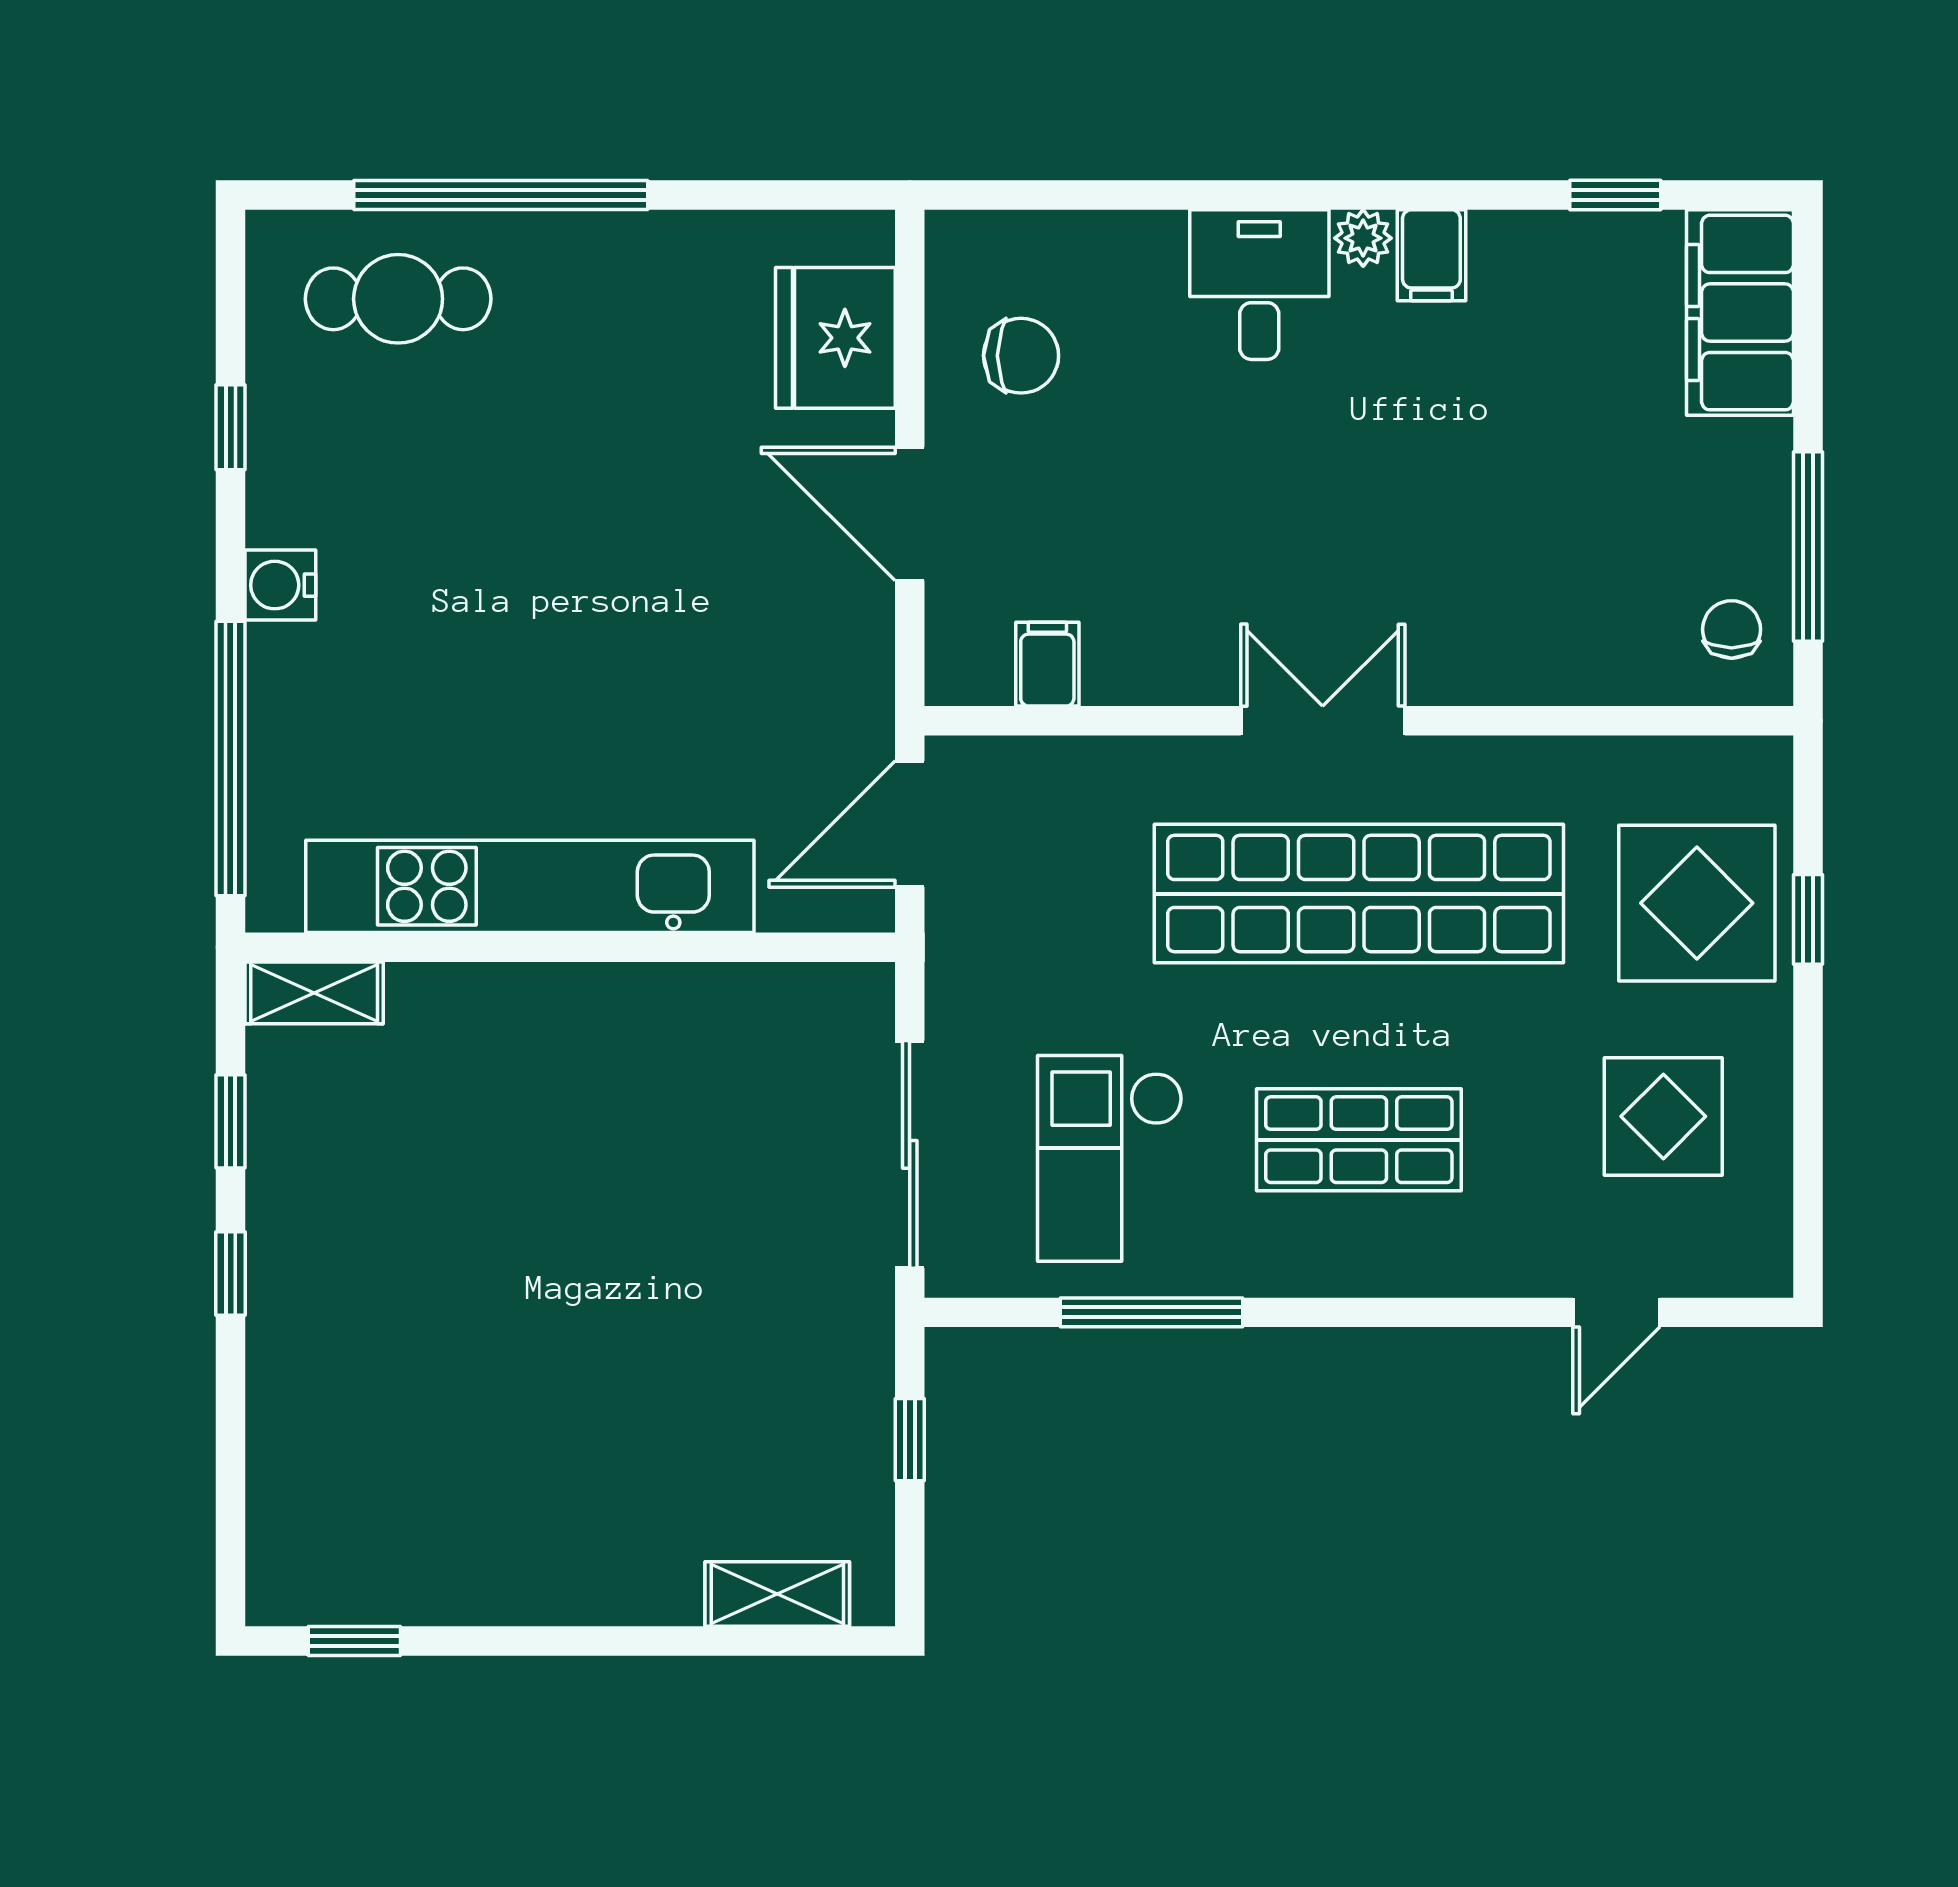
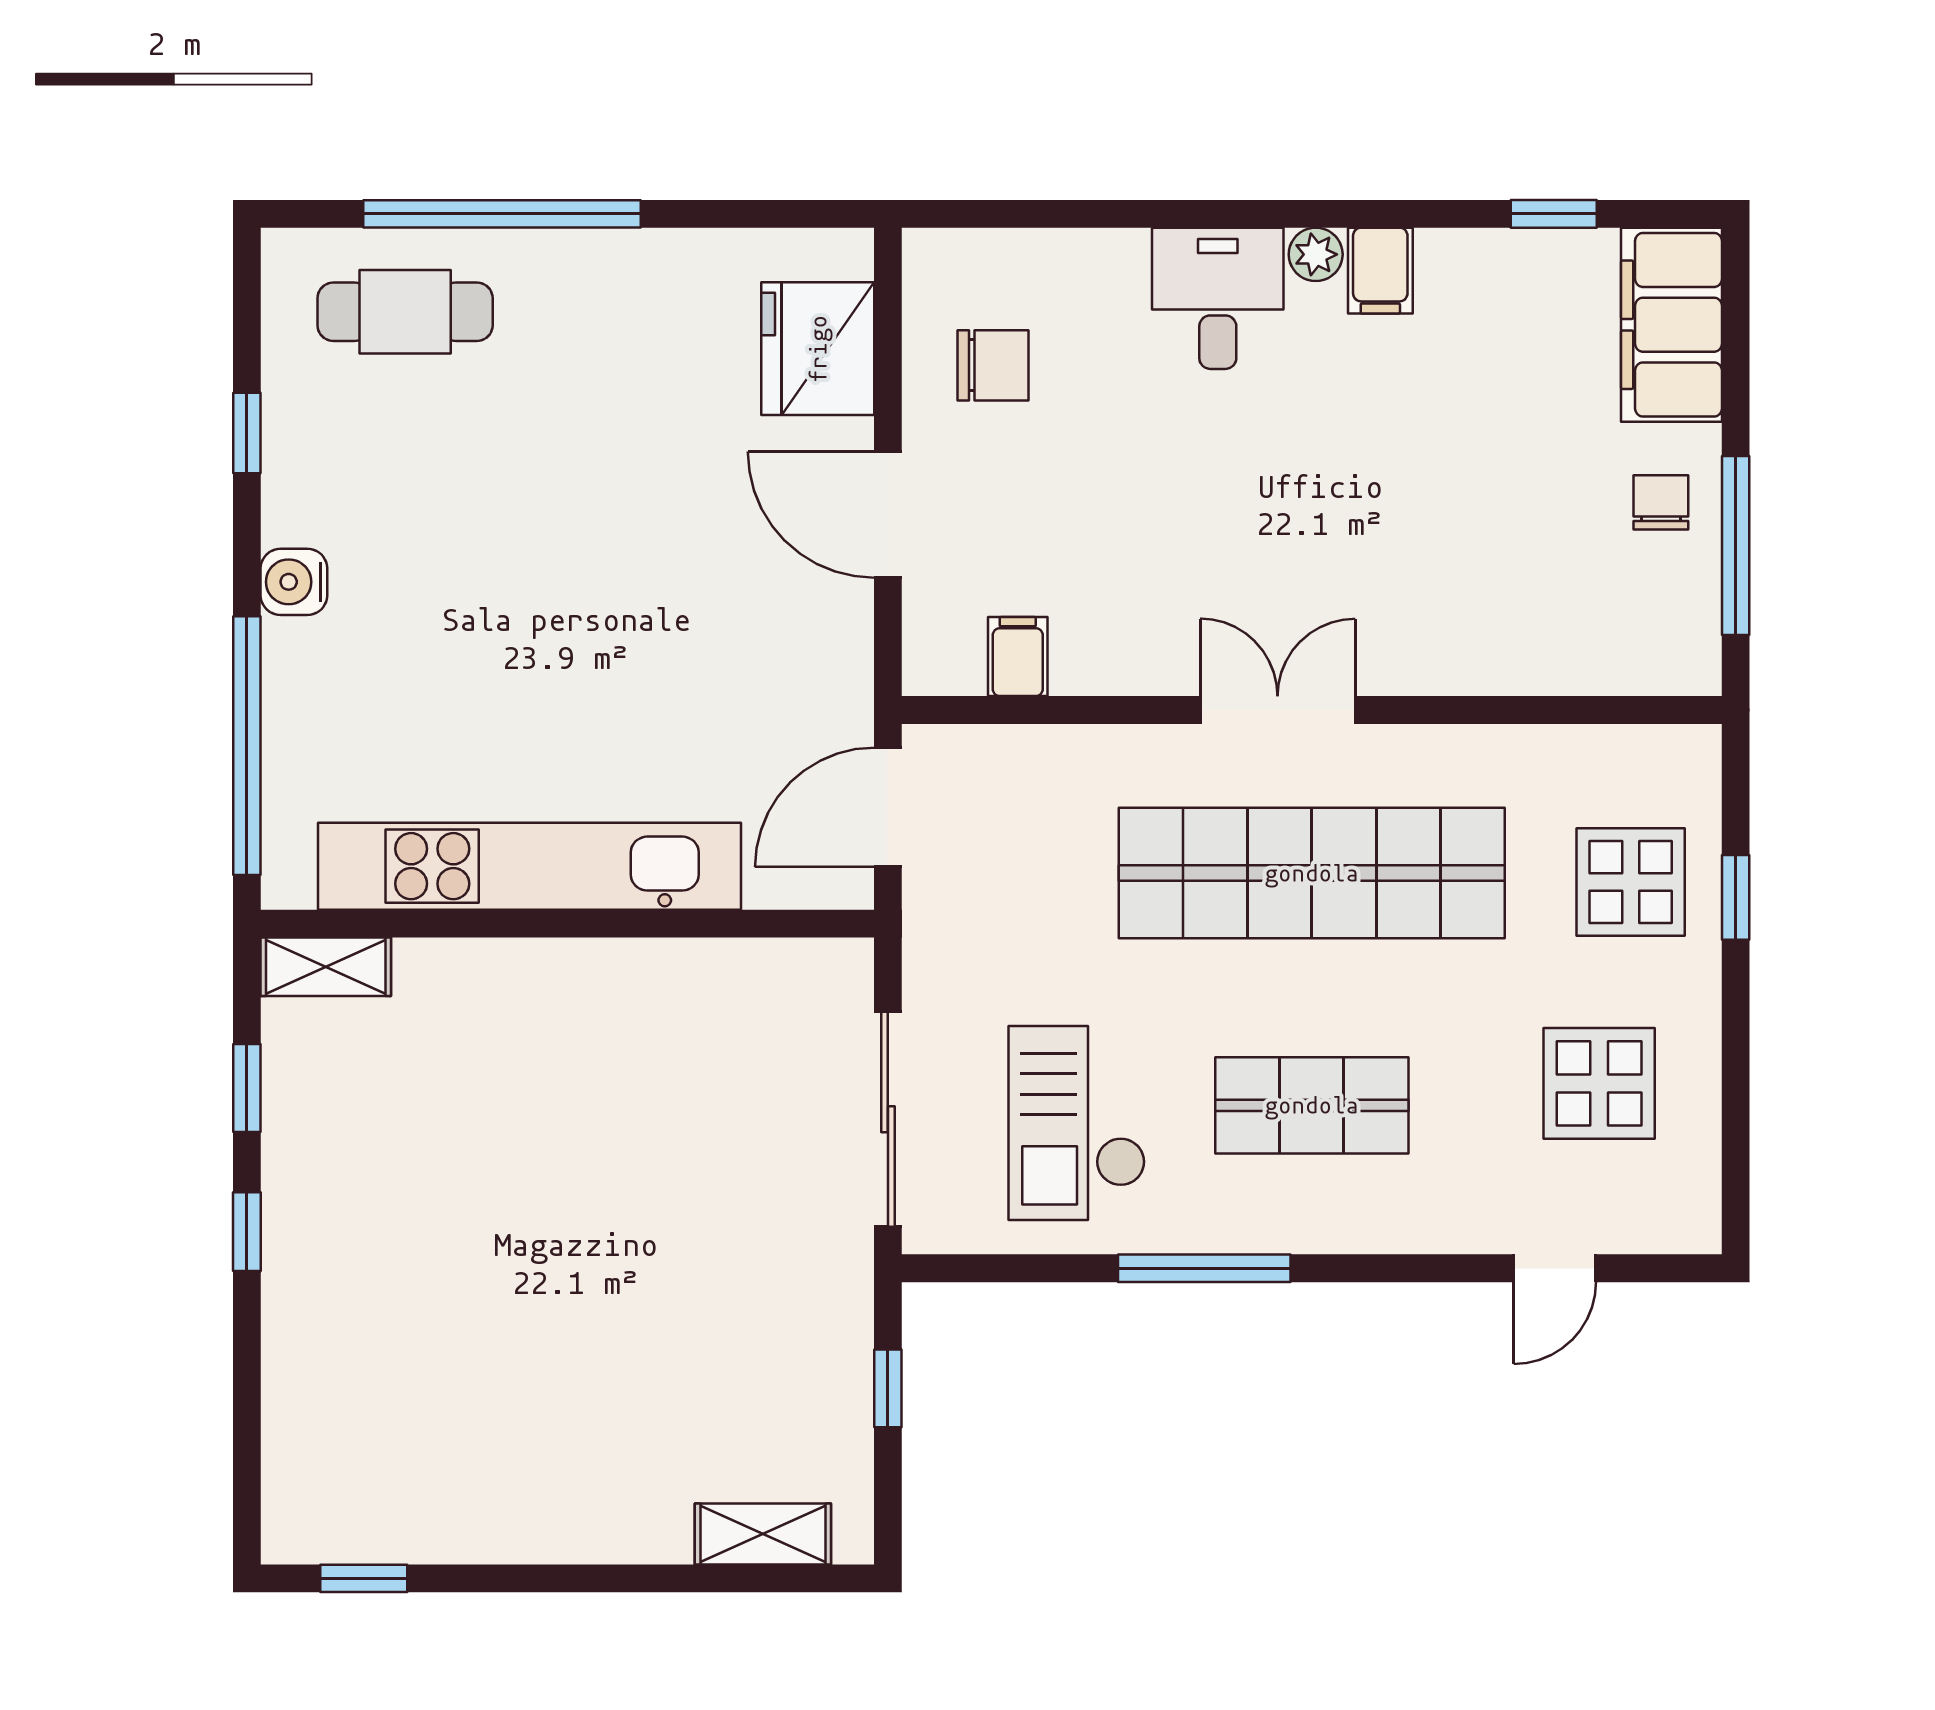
chair: (1732, 629) -> (1661, 502), moved
display table: (1697, 903) -> (1631, 882), width x0.73, depth x0.73
window: (1151, 1312) -> (1204, 1268), moved

